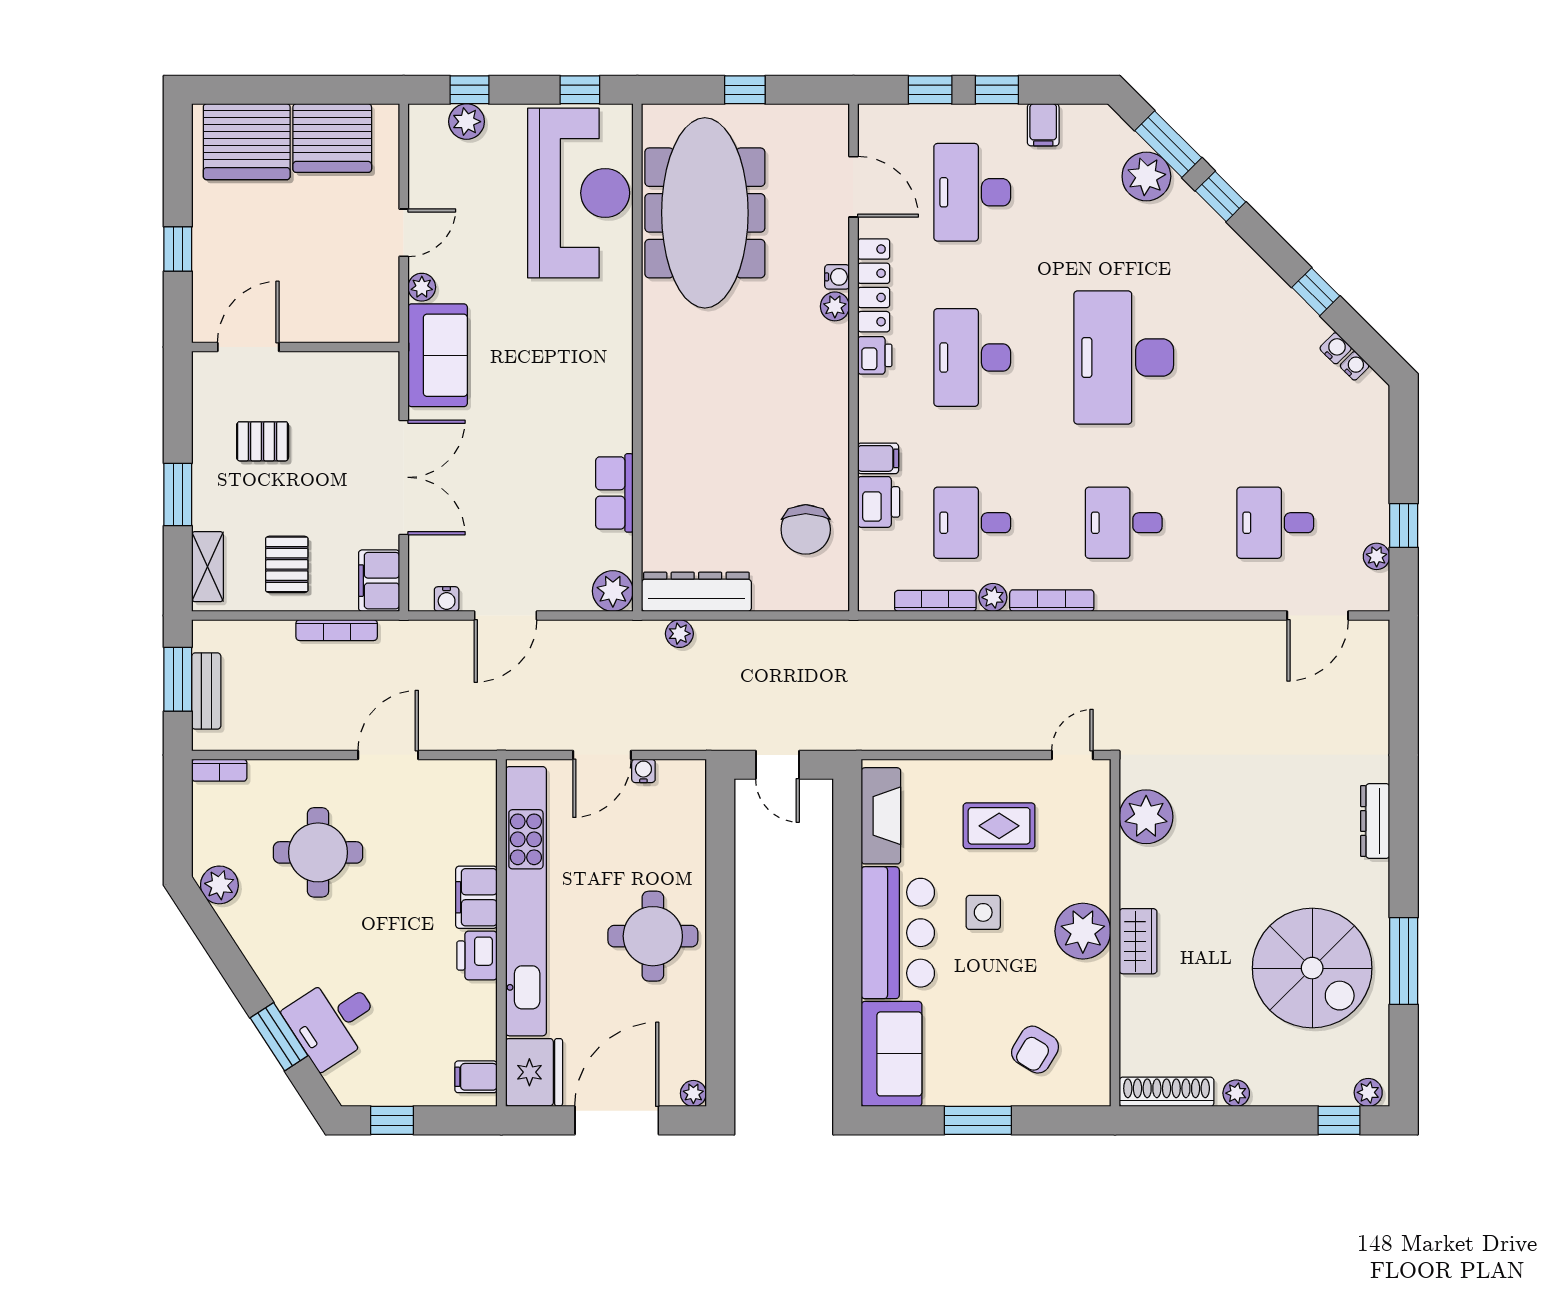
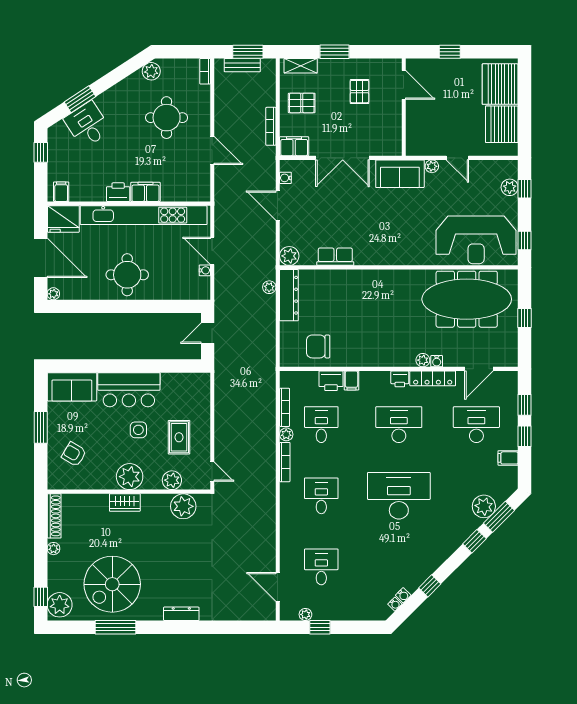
fireplace: (881, 816) -> (184, 382), removed
plant: (1091, 841) -> (172, 480), added
plant: (1368, 1092) -> (60, 605), width x1.88, depth x1.88

